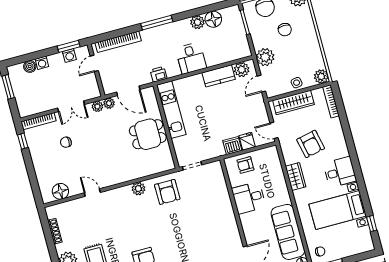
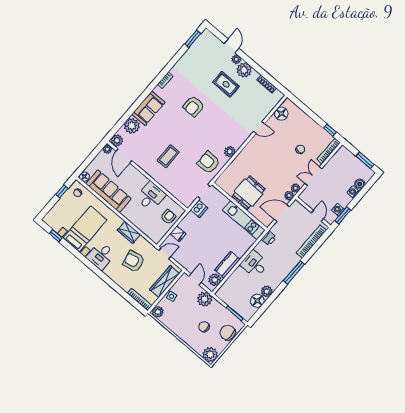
dishwasher: (232, 146) -> (199, 209), moved
coffee table: (204, 226) -> (168, 156), added

